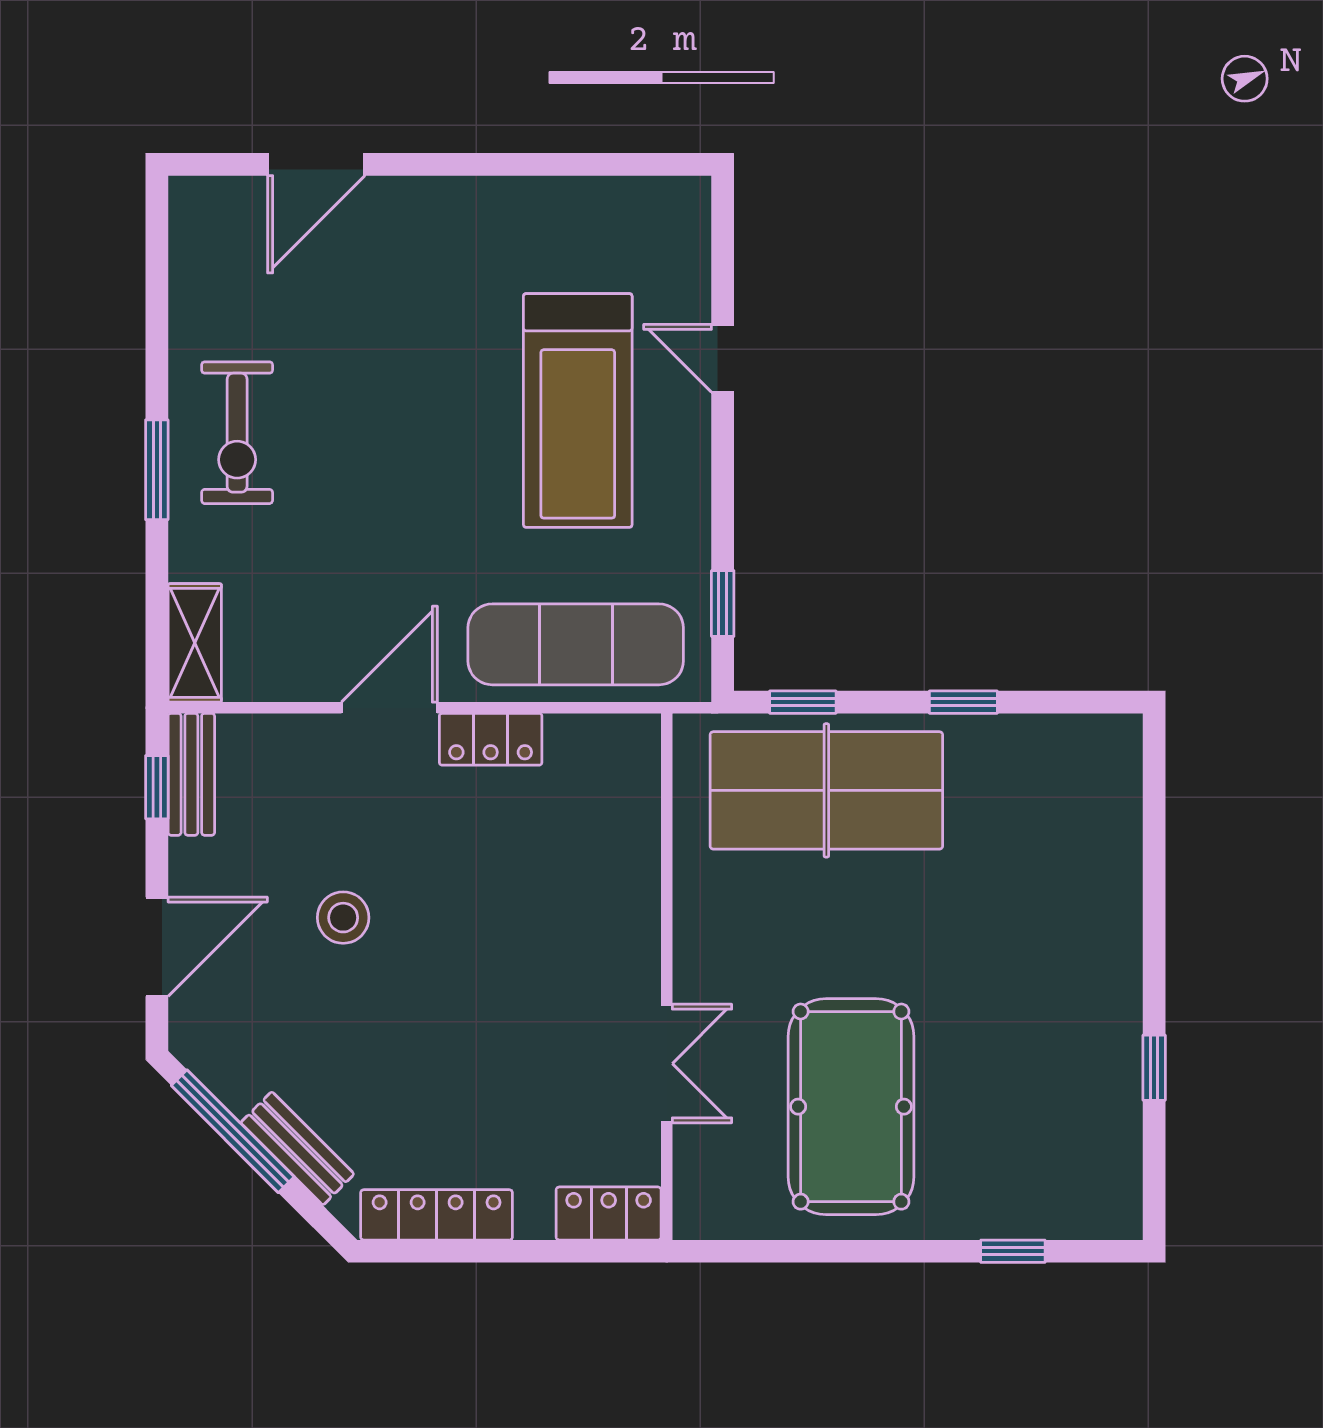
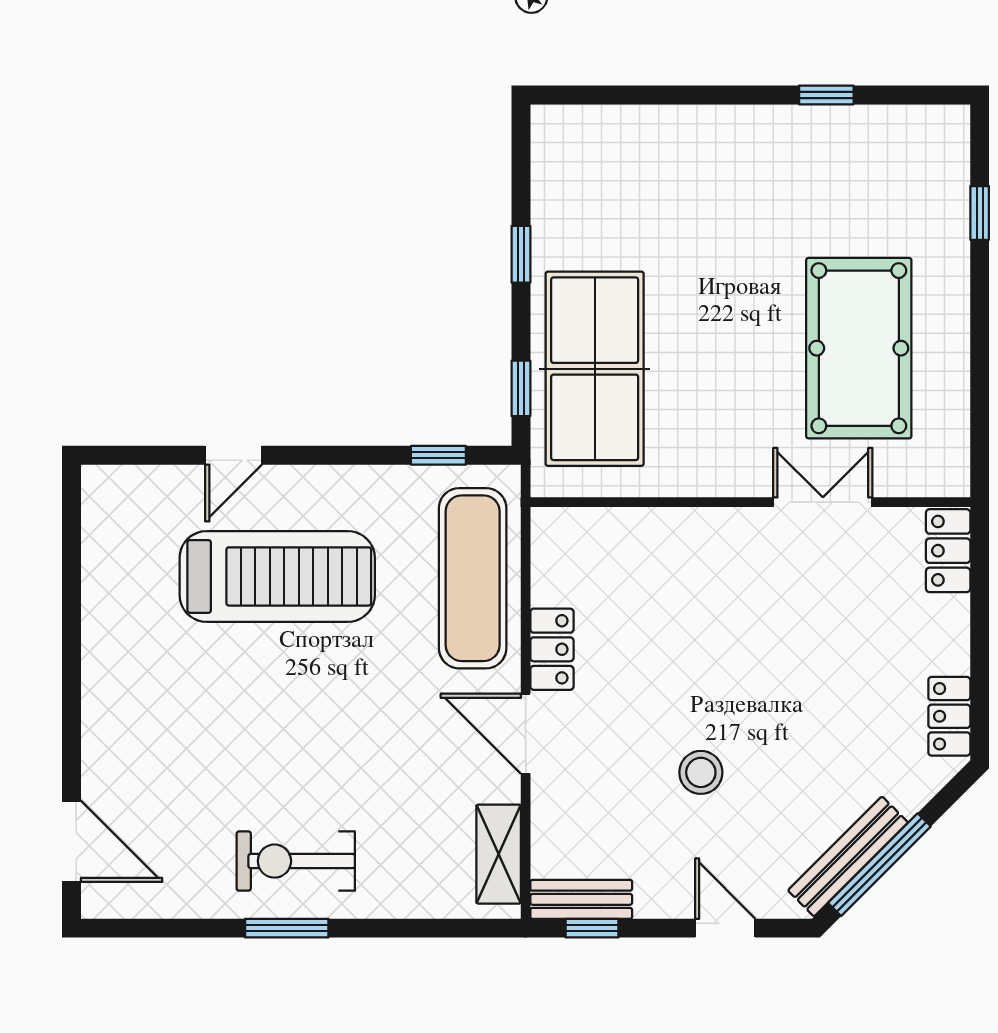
door: (316, 164) -> (72, 841), moved
exercise bike: (237, 433) -> (296, 861), turned 180
window: (157, 470) -> (287, 928), moved
shelving: (195, 643) -> (499, 854), moved, turned 90
door: (157, 947) -> (725, 928), width x0.73
pool table: (851, 1107) -> (859, 348), turned 90
bench: (297, 1148) -> (848, 856), moved, width x1.36
locker: (437, 1215) -> (949, 716), width x0.66

